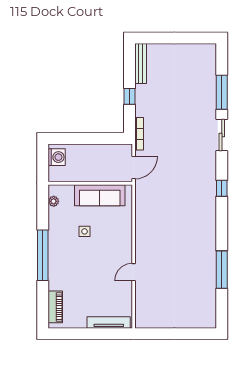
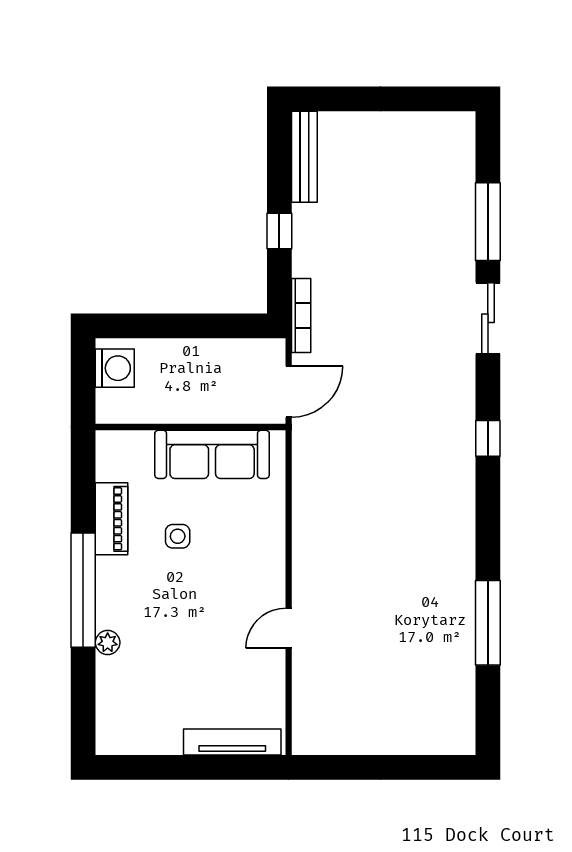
plant: (54, 201) -> (108, 642), moved
piano: (55, 307) -> (112, 519), moved

